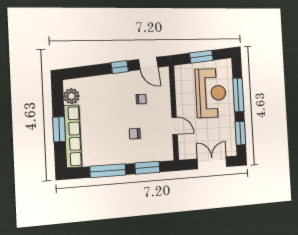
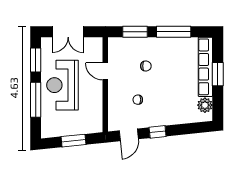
door: (148, 63) -> (129, 135), swing flipped
reception desk: (211, 93) -> (63, 85), moved

